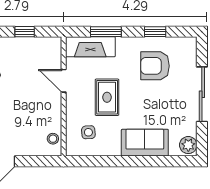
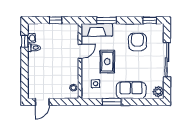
window: (155, 32) -> (150, 20), moved
armchair: (155, 66) -> (137, 42), turned 90
door: (64, 81) -> (80, 51), swing flipped
window: (114, 161) -> (112, 102), added

